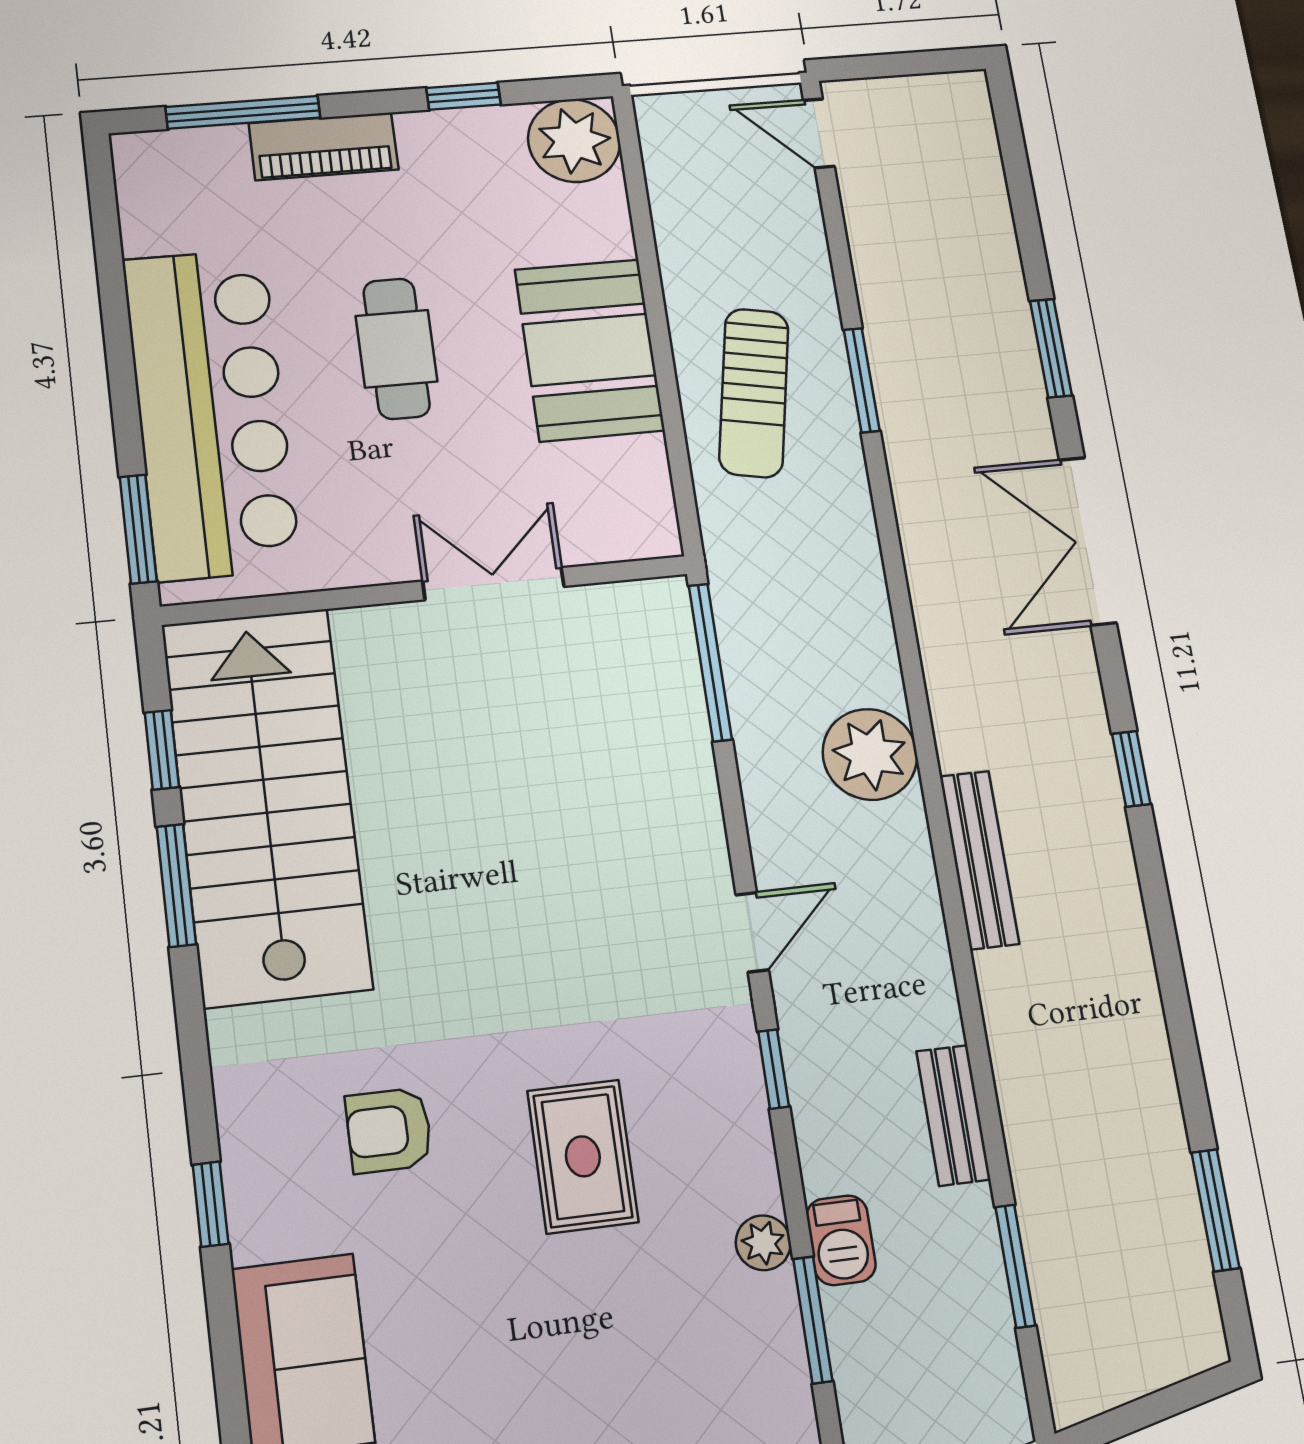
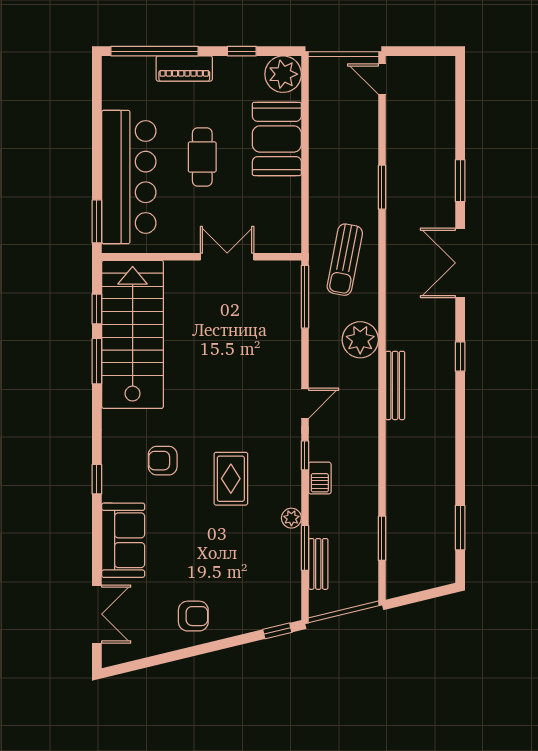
window: (243, 112) -> (155, 51), width x1.46
booth: (589, 350) -> (277, 139), moved
sun lounger: (754, 393) -> (345, 260), moved
bench: (953, 1115) -> (318, 564), moved
barbecue: (841, 1240) -> (320, 478), moved

